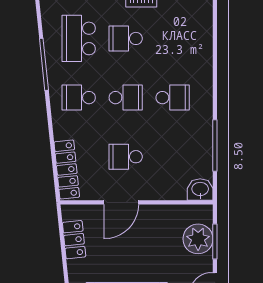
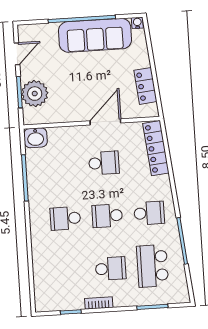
school desk: (79, 38) -> (153, 266), turned 180

